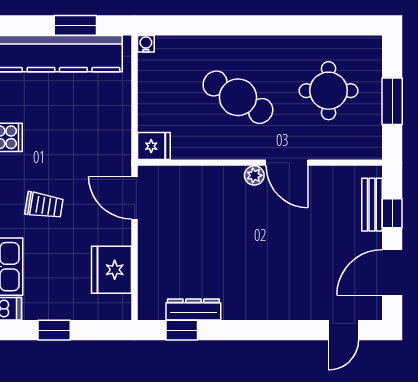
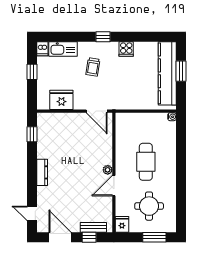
window: (75, 25) -> (181, 71), moved
cafe table: (238, 97) -> (146, 162), turned -31
window: (392, 101) -> (154, 237), moved
fridge: (154, 146) -> (122, 224), moved, turned 180
door: (135, 198) -> (97, 111), swing flipped
dresser: (193, 309) -> (42, 172), moved

